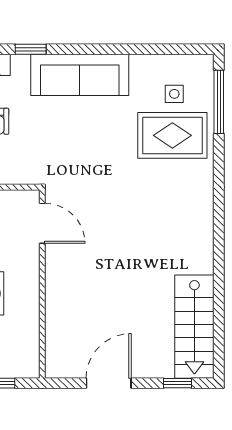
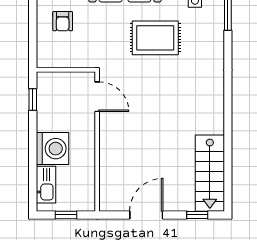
rug: (172, 135) -> (155, 38), moved

